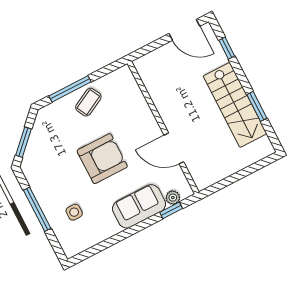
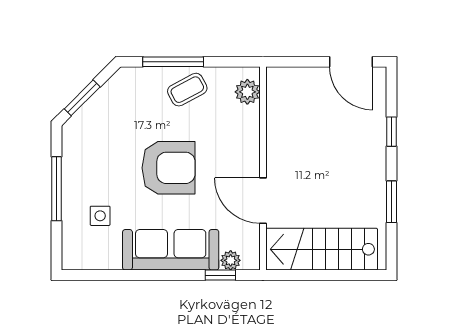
window: (227, 48) -> (392, 132), moved
plant: (128, 84) -> (247, 92), added
stairs: (235, 105) -> (322, 249), moved, turned 90
sofa: (139, 206) -> (171, 250), width x1.36

